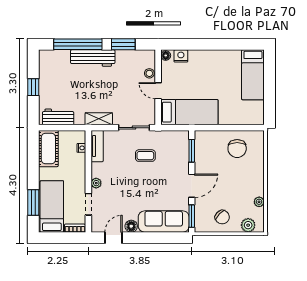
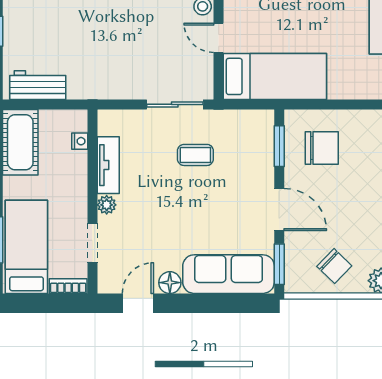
shelving: (99, 119) -> (111, 89), removed
tv unit: (97, 146) -> (108, 165), moved
chair: (237, 149) -> (322, 148), moved, turned -90
door: (192, 186) -> (279, 210), hinge flipped

